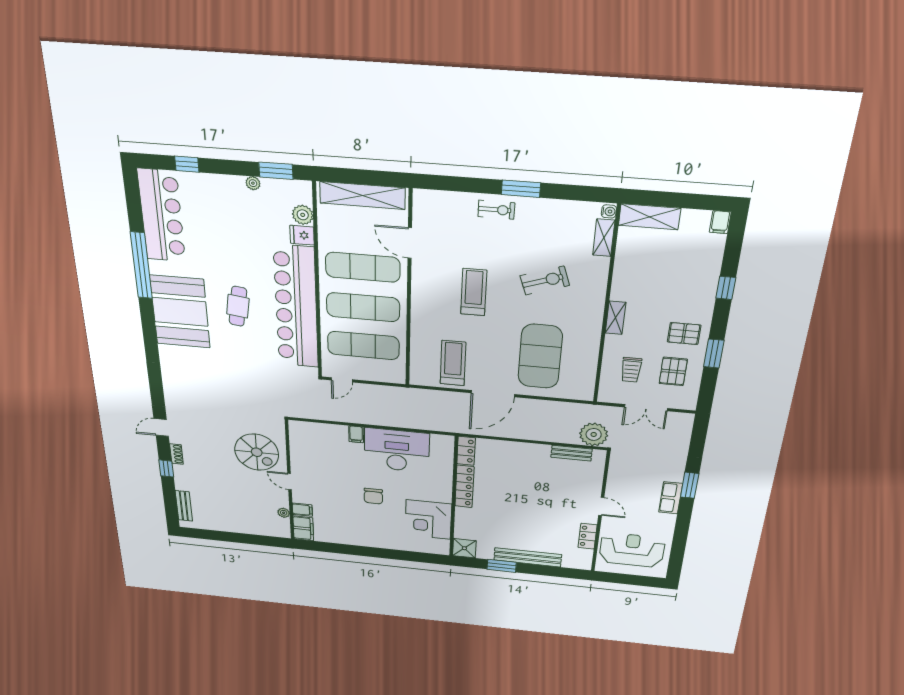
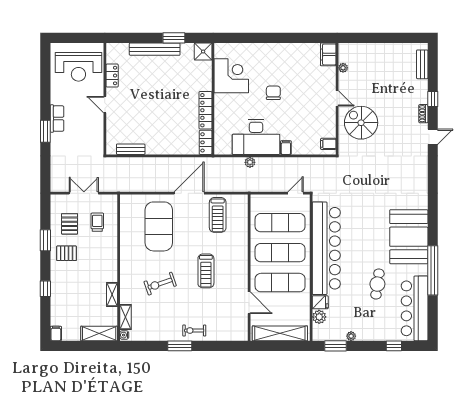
cafe table: (238, 306) -> (377, 284), moved
shelving: (616, 318) -> (112, 295), moved
plant: (594, 434) -> (250, 162), moved, width x0.53, depth x0.53
filing cabinet: (302, 510) -> (328, 144), moved

